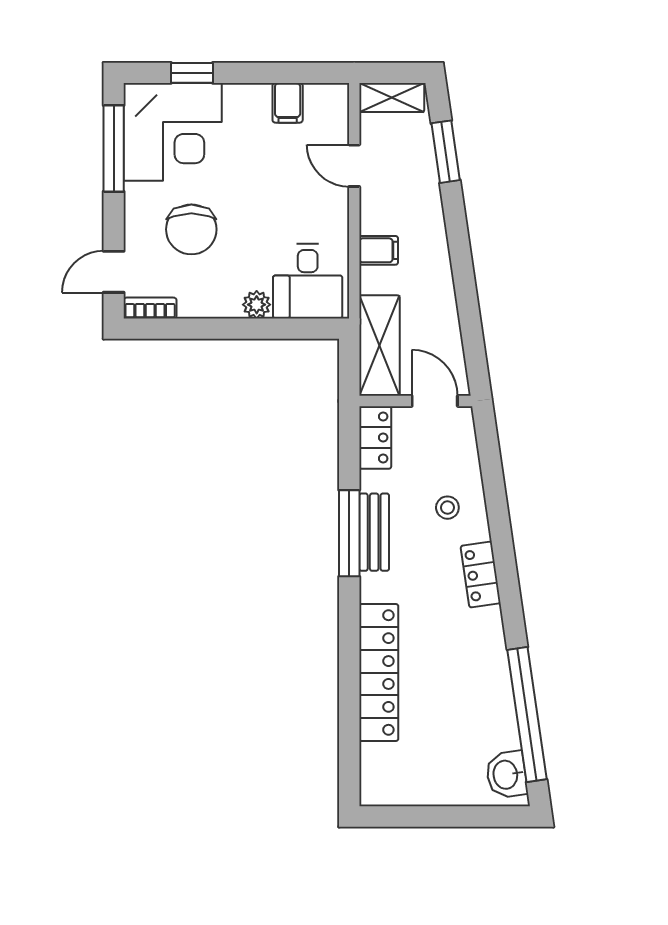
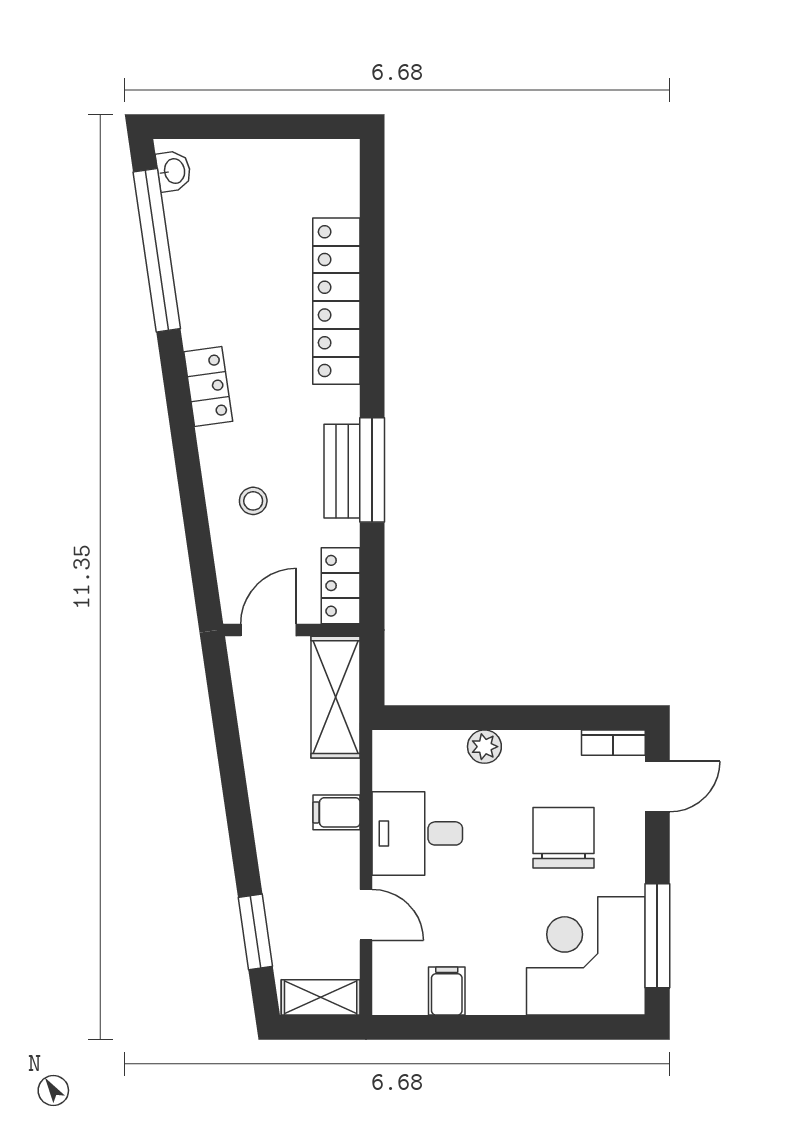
window: (192, 73) -> (563, 1027), removed
desk: (308, 281) -> (417, 833), moved, turned -90
door: (435, 401) -> (269, 630), swing flipped
locker: (481, 575) -> (208, 386), moved
washbasin: (506, 775) -> (174, 171), width x0.72, depth x0.69

